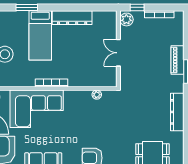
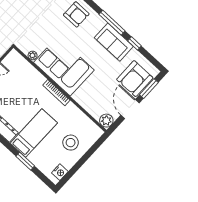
corner sofa: (37, 109) -> (64, 66), moved

